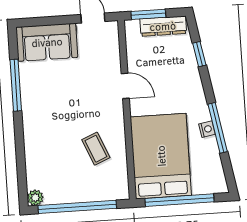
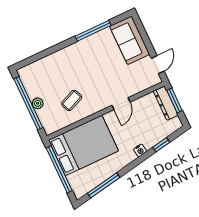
dresser: (163, 26) -> (166, 103), moved
window: (218, 128) -> (104, 185), moved
nightstand: (207, 129) -> (140, 150), moved
plant: (35, 198) -> (38, 103), moved

